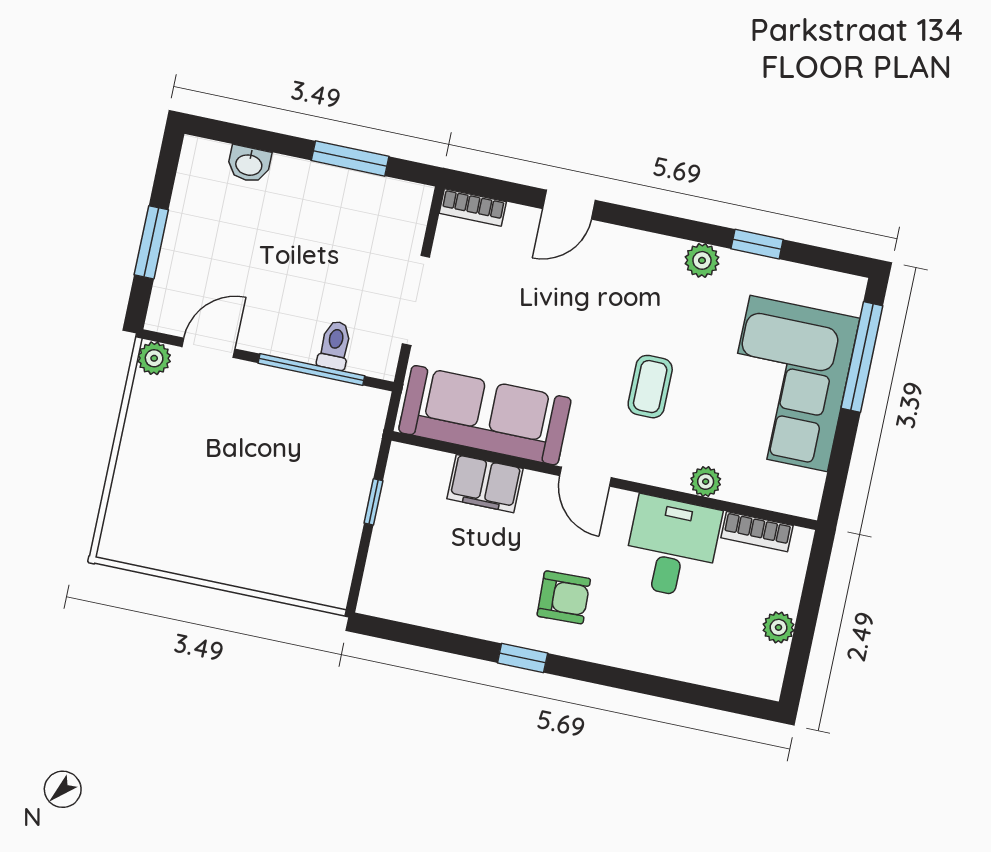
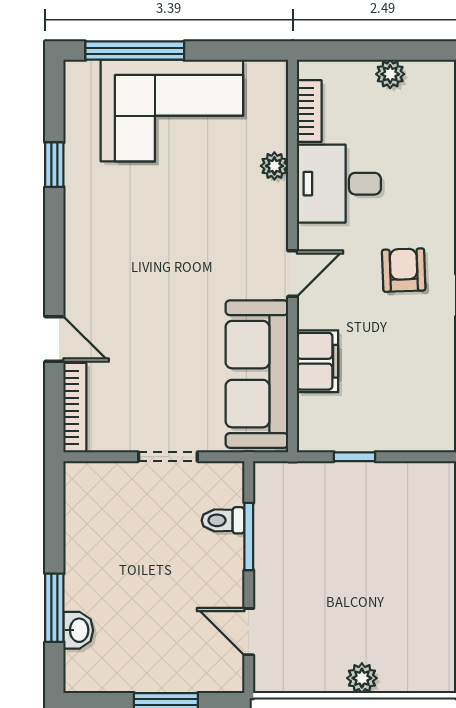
window: (350, 158) -> (54, 608), moved
bookcase: (473, 207) -> (75, 408), width x1.56
plant: (702, 260) -> (79, 210), removed
doorway: (416, 300) -> (168, 457), width x0.73
plant: (154, 358) -> (362, 678), moved
window: (311, 370) -> (249, 537), width x0.69
coffee table: (650, 387) -> (201, 233), removed

